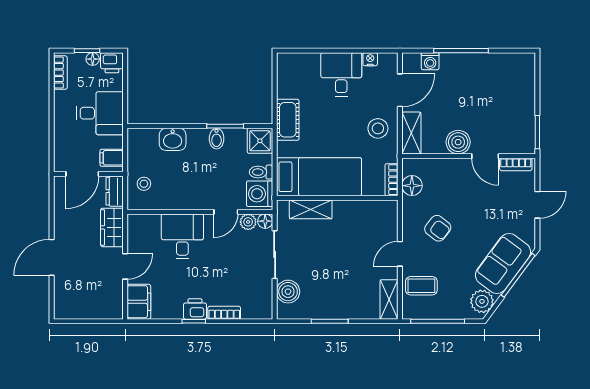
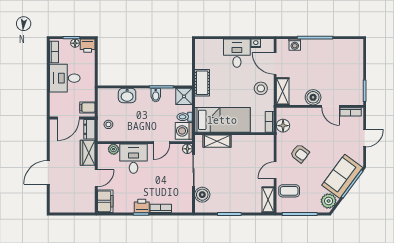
door: (400, 90) -> (275, 64), swing flipped
desk: (100, 113) -> (65, 78), moved, turned 180
plant: (248, 222) -> (114, 149), moved

